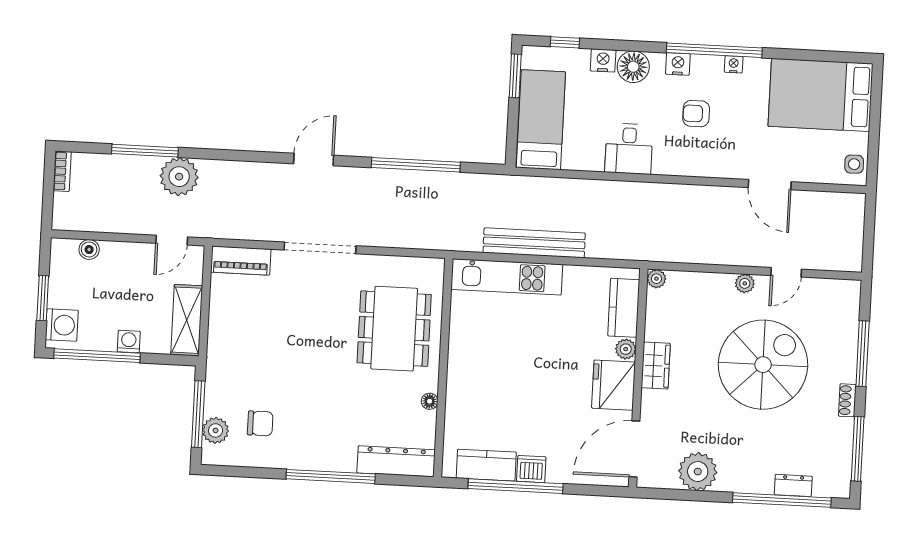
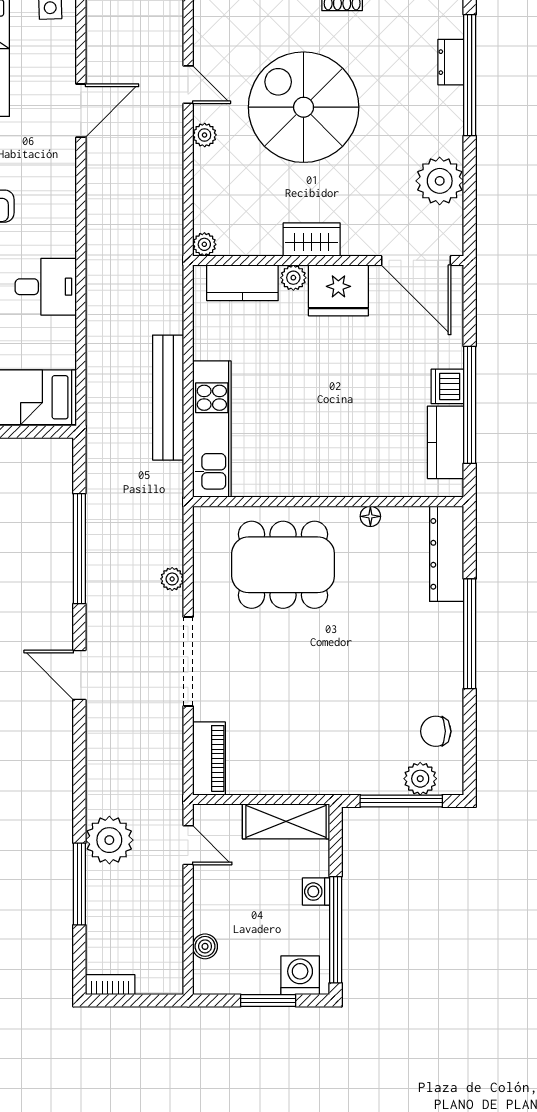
plant: (387, 238) -> (172, 579), added
chair: (260, 423) -> (436, 731), moved, turned -90

